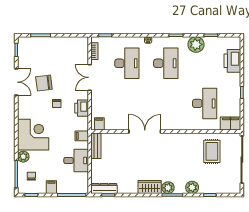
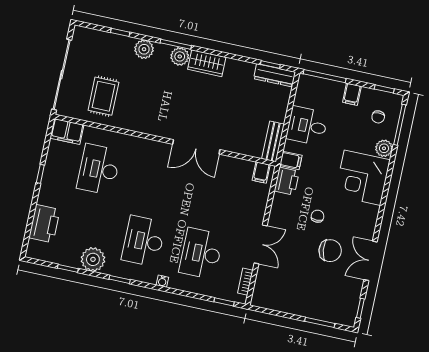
printer: (82, 108) -> (287, 181), moved

